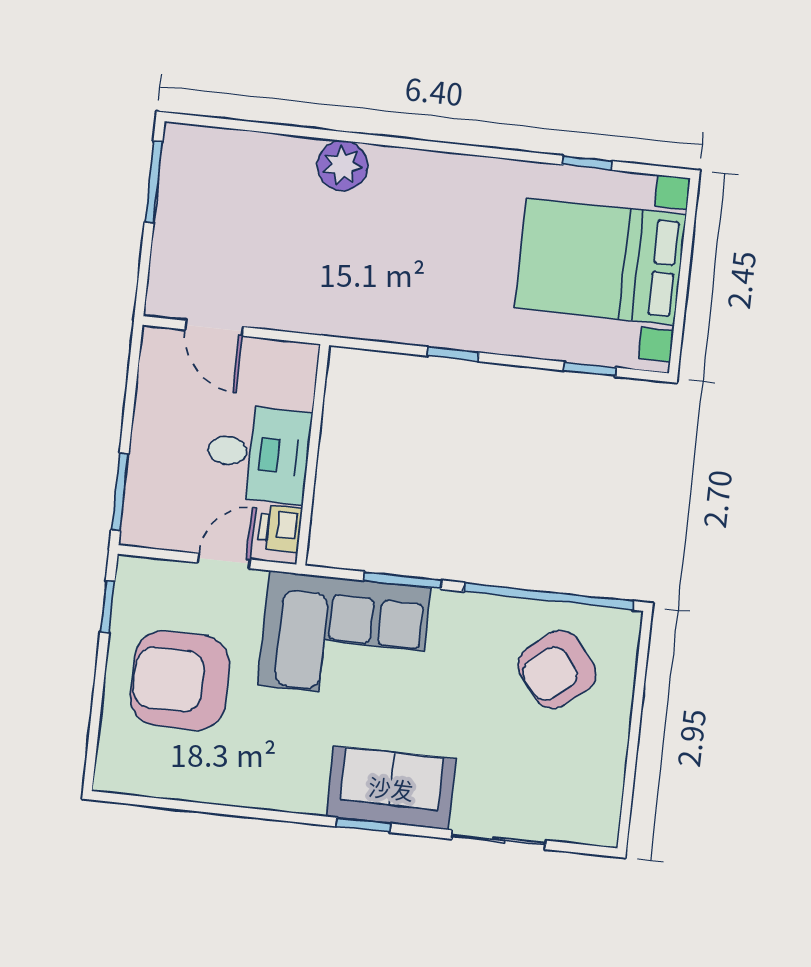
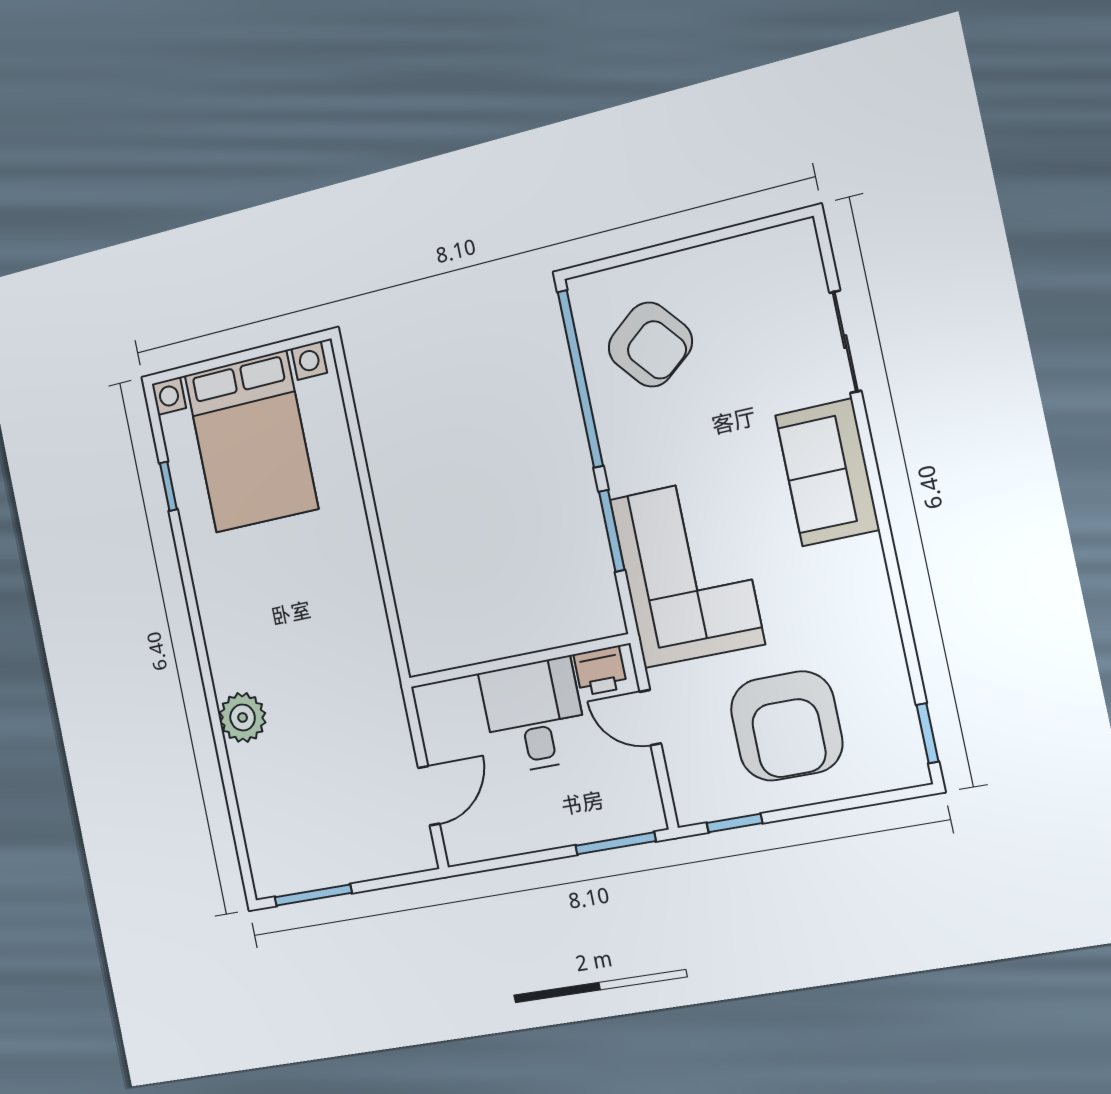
window: (453, 354) -> (380, 554), removed
window: (590, 369) -> (352, 416), removed
window: (364, 825) -> (928, 733), moved

